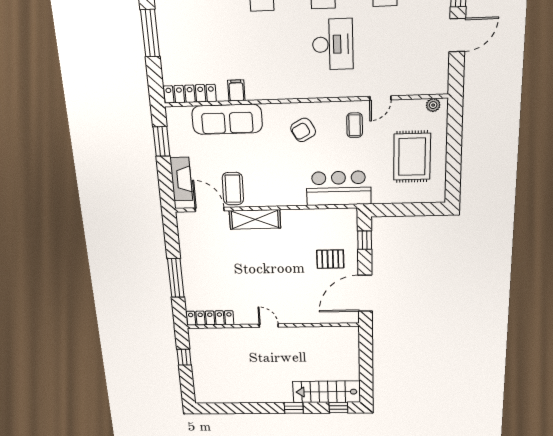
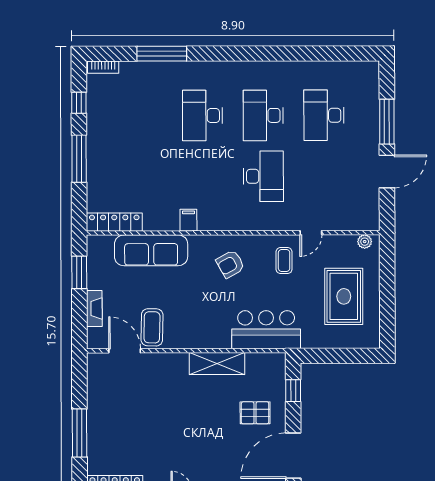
filing cabinet: (236, 90) -> (188, 220), moved
fireplace: (181, 179) -> (94, 308), width x0.73, depth x0.76
shelving: (255, 219) -> (217, 363), moved

